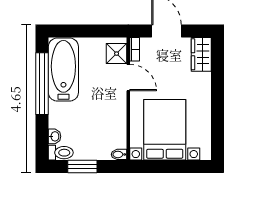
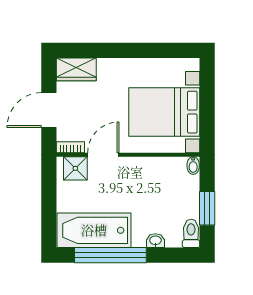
washbasin: (55, 136) -> (155, 241), moved

